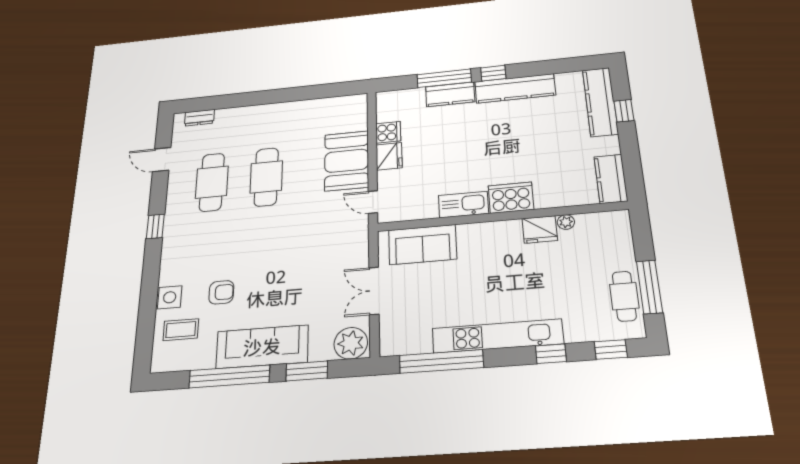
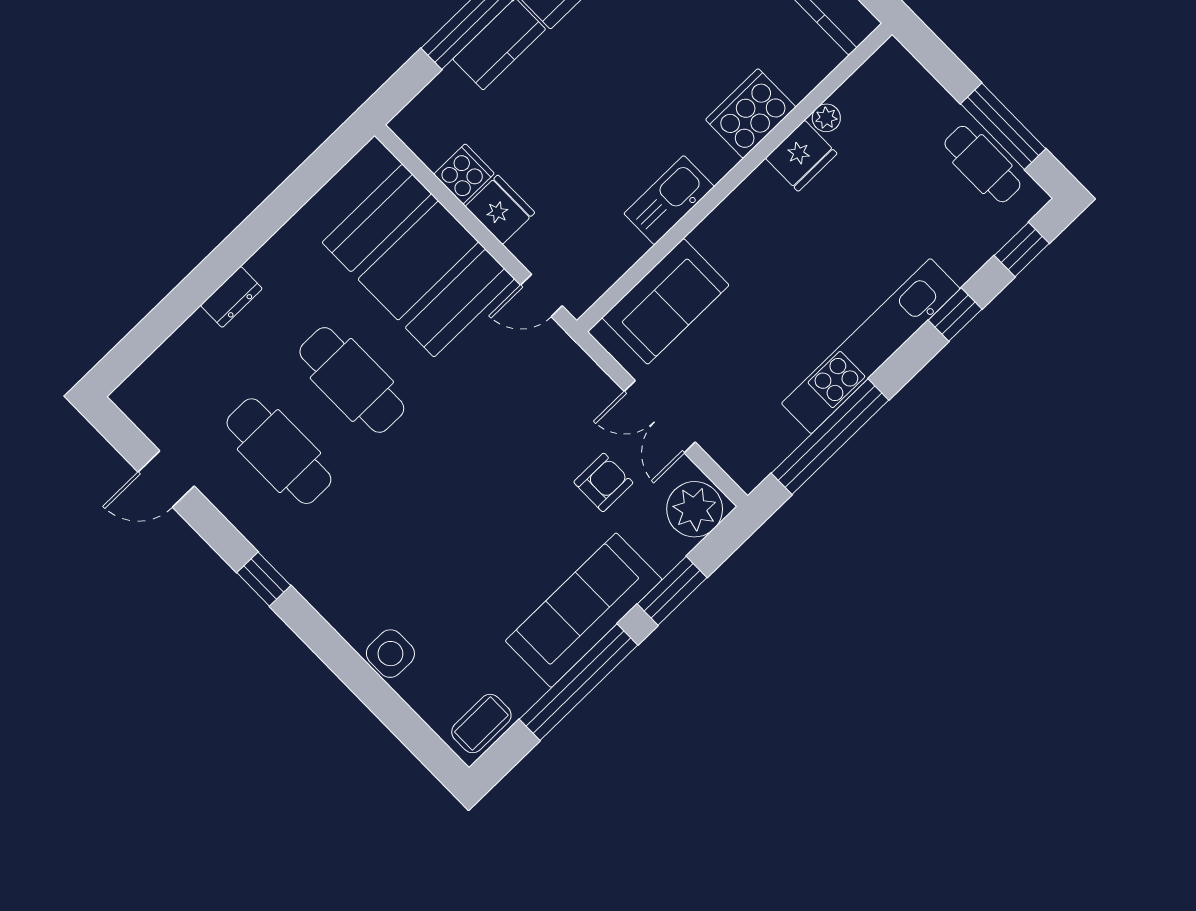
dresser: (199, 118) -> (231, 297), moved
booth: (347, 161) -> (418, 261), width x1.36, depth x1.42
cooker: (511, 198) -> (751, 113), moved
armchair: (221, 292) -> (603, 482), moved
coffee table: (181, 330) -> (481, 724), moved

